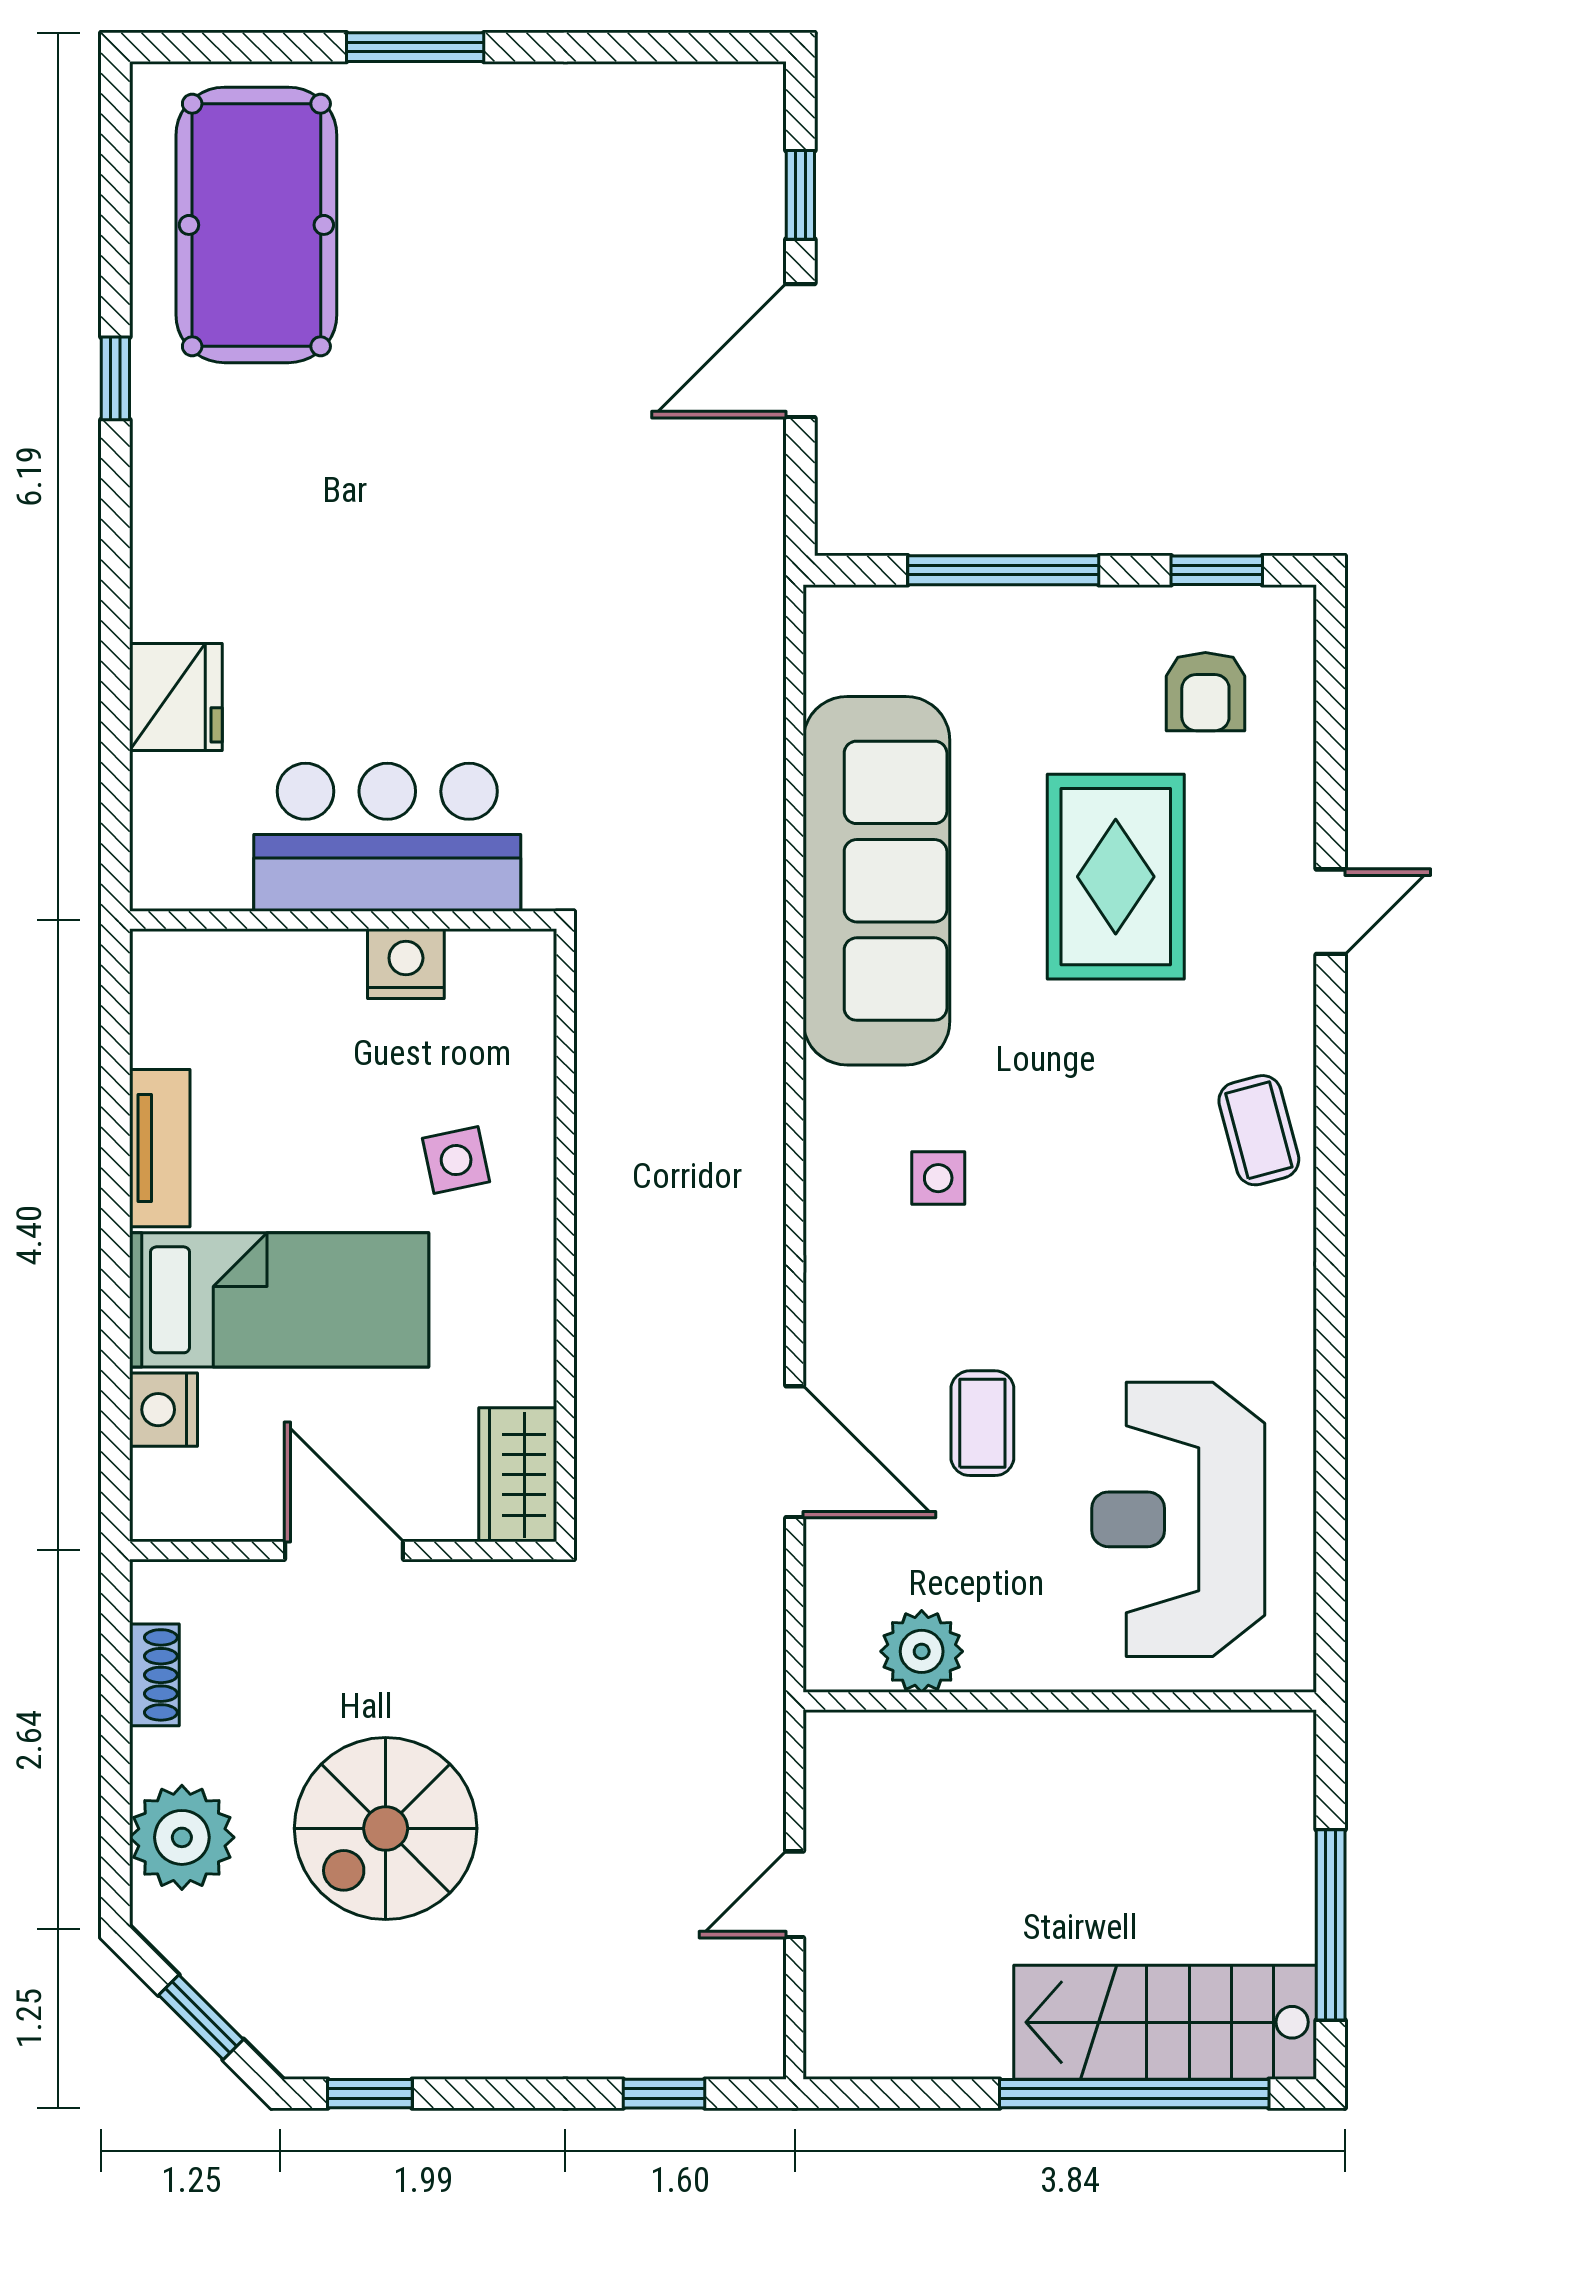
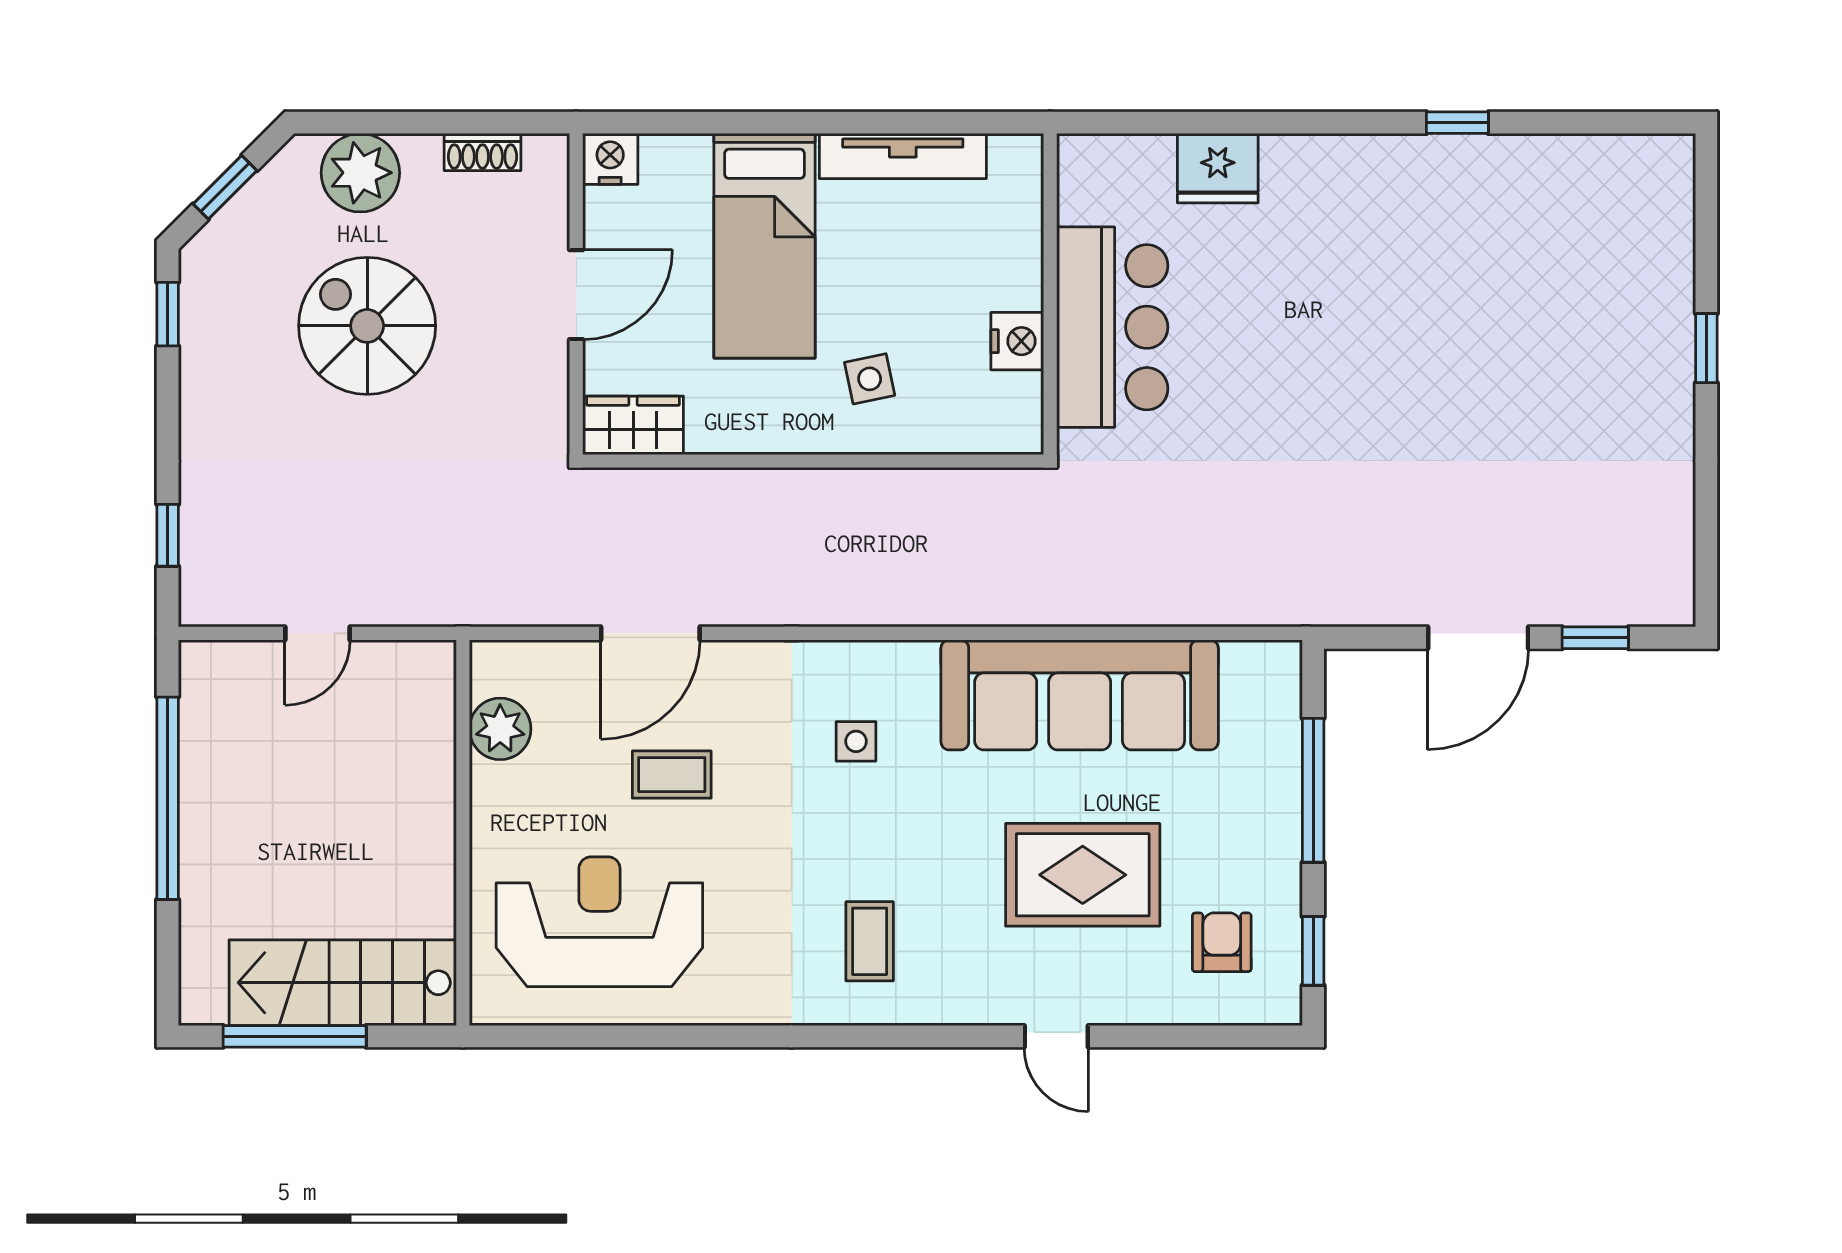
window: (415, 47) -> (1706, 348), width x0.67
pool table: (256, 225) -> (1573, 229), removed
door: (800, 351) -> (1478, 638), swing flipped
armchair: (1205, 692) -> (1222, 942), turned 90
coffee table: (1259, 1130) -> (870, 941), moved, turned -75
tv unit: (160, 1148) -> (903, 156), width x1.41
nightstand: (164, 1410) -> (610, 159), moved
door: (795, 1894) -> (318, 633), swing flipped
stairs: (1165, 2022) -> (343, 983), moved, turned -90
window: (1134, 2094) -> (168, 798), moved

